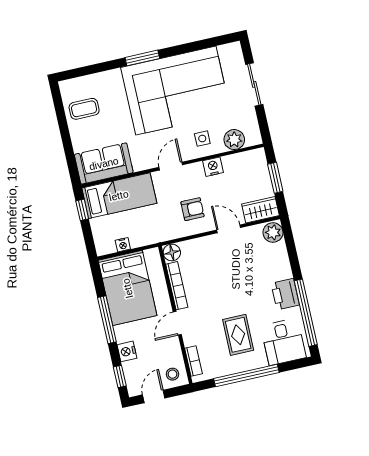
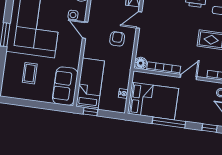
coffee table: (84, 109) -> (30, 73), moved
door: (171, 166) -> (85, 30), moved
nightstand: (213, 167) -> (94, 15), removed
door: (177, 323) -> (189, 77), swing flipped
nightstand: (127, 351) -> (195, 117), removed

